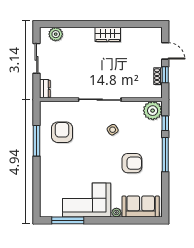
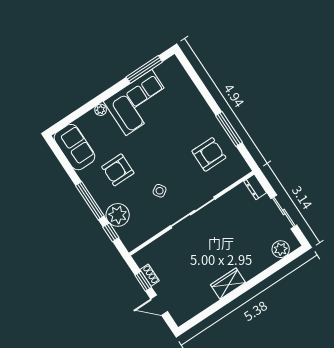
plant: (153, 111) -> (118, 215), moved
armchair: (62, 132) -> (209, 154), turned -90
sofa: (141, 207) -> (74, 147), moved, turned -90

